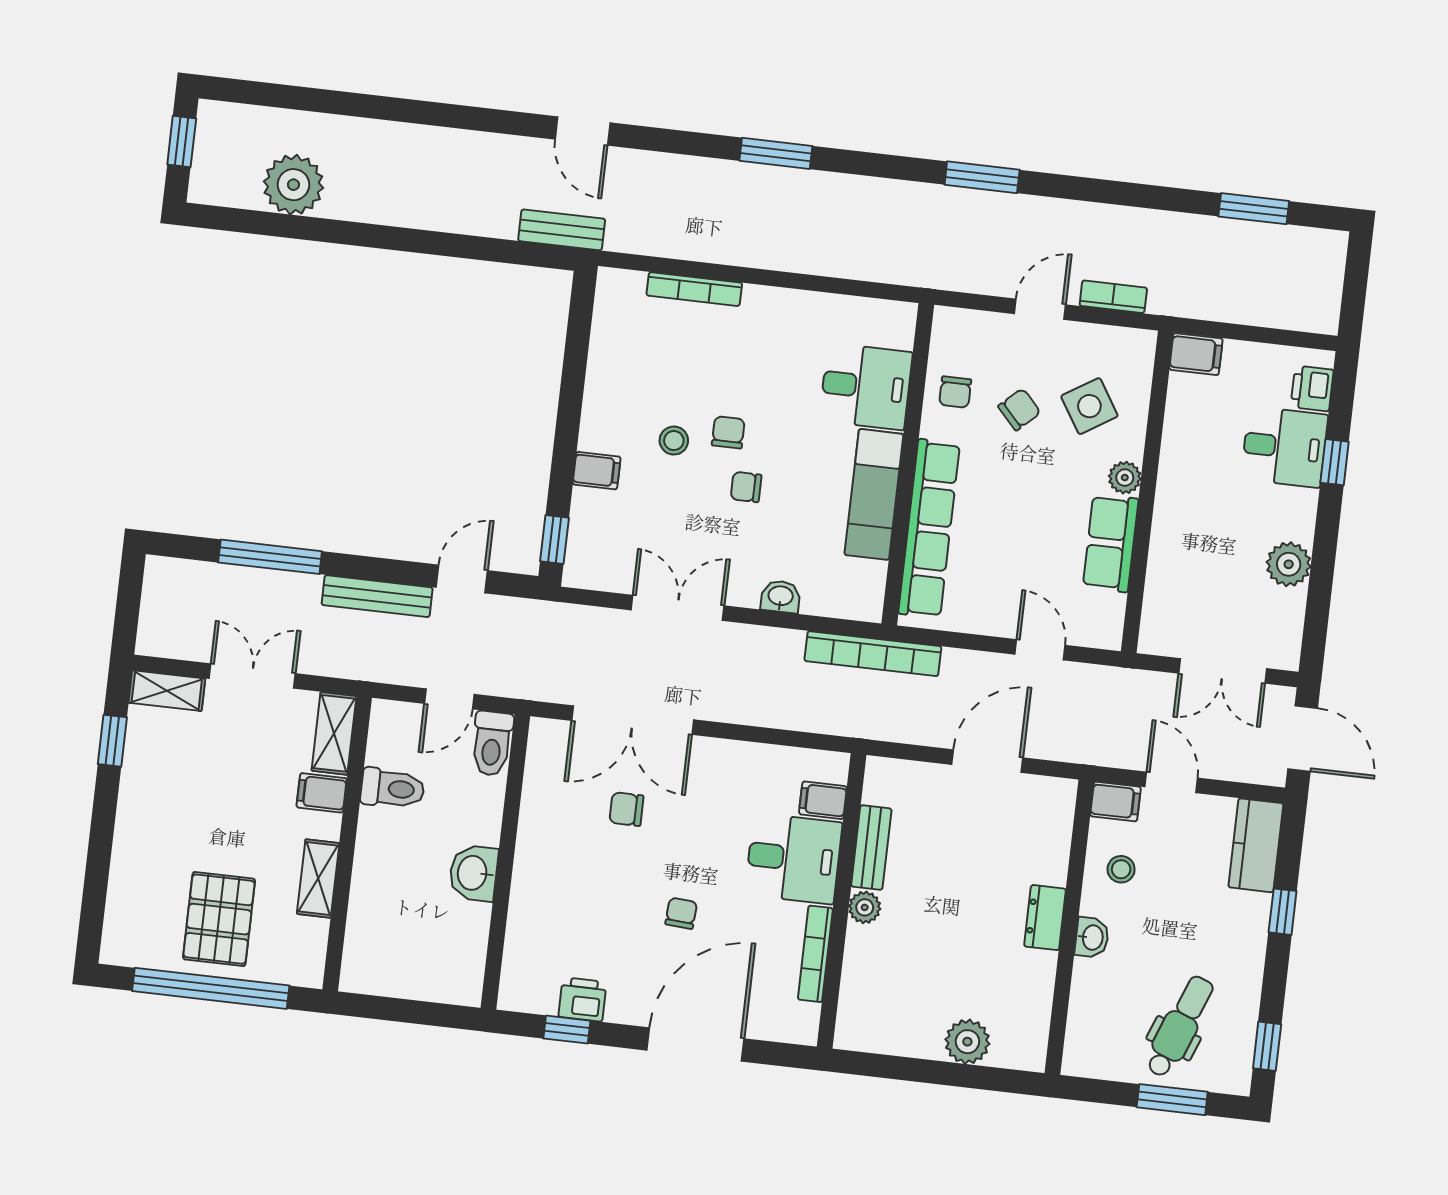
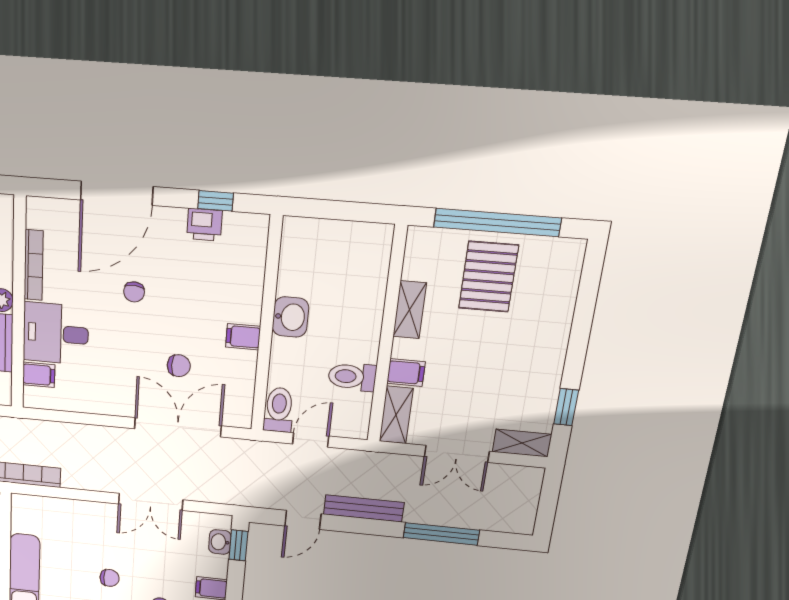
washbasin: (781, 597) -> (220, 542), moved, turned 90
filing cabinet: (537, 848) -> (243, 337), added

